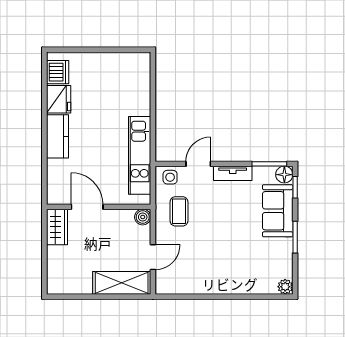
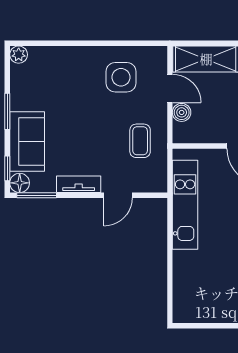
side table: (170, 177) -> (121, 77), moved, width x1.87, depth x1.87
boiler: (143, 217) -> (182, 112), moved
door: (153, 257) -> (170, 88), swing flipped

